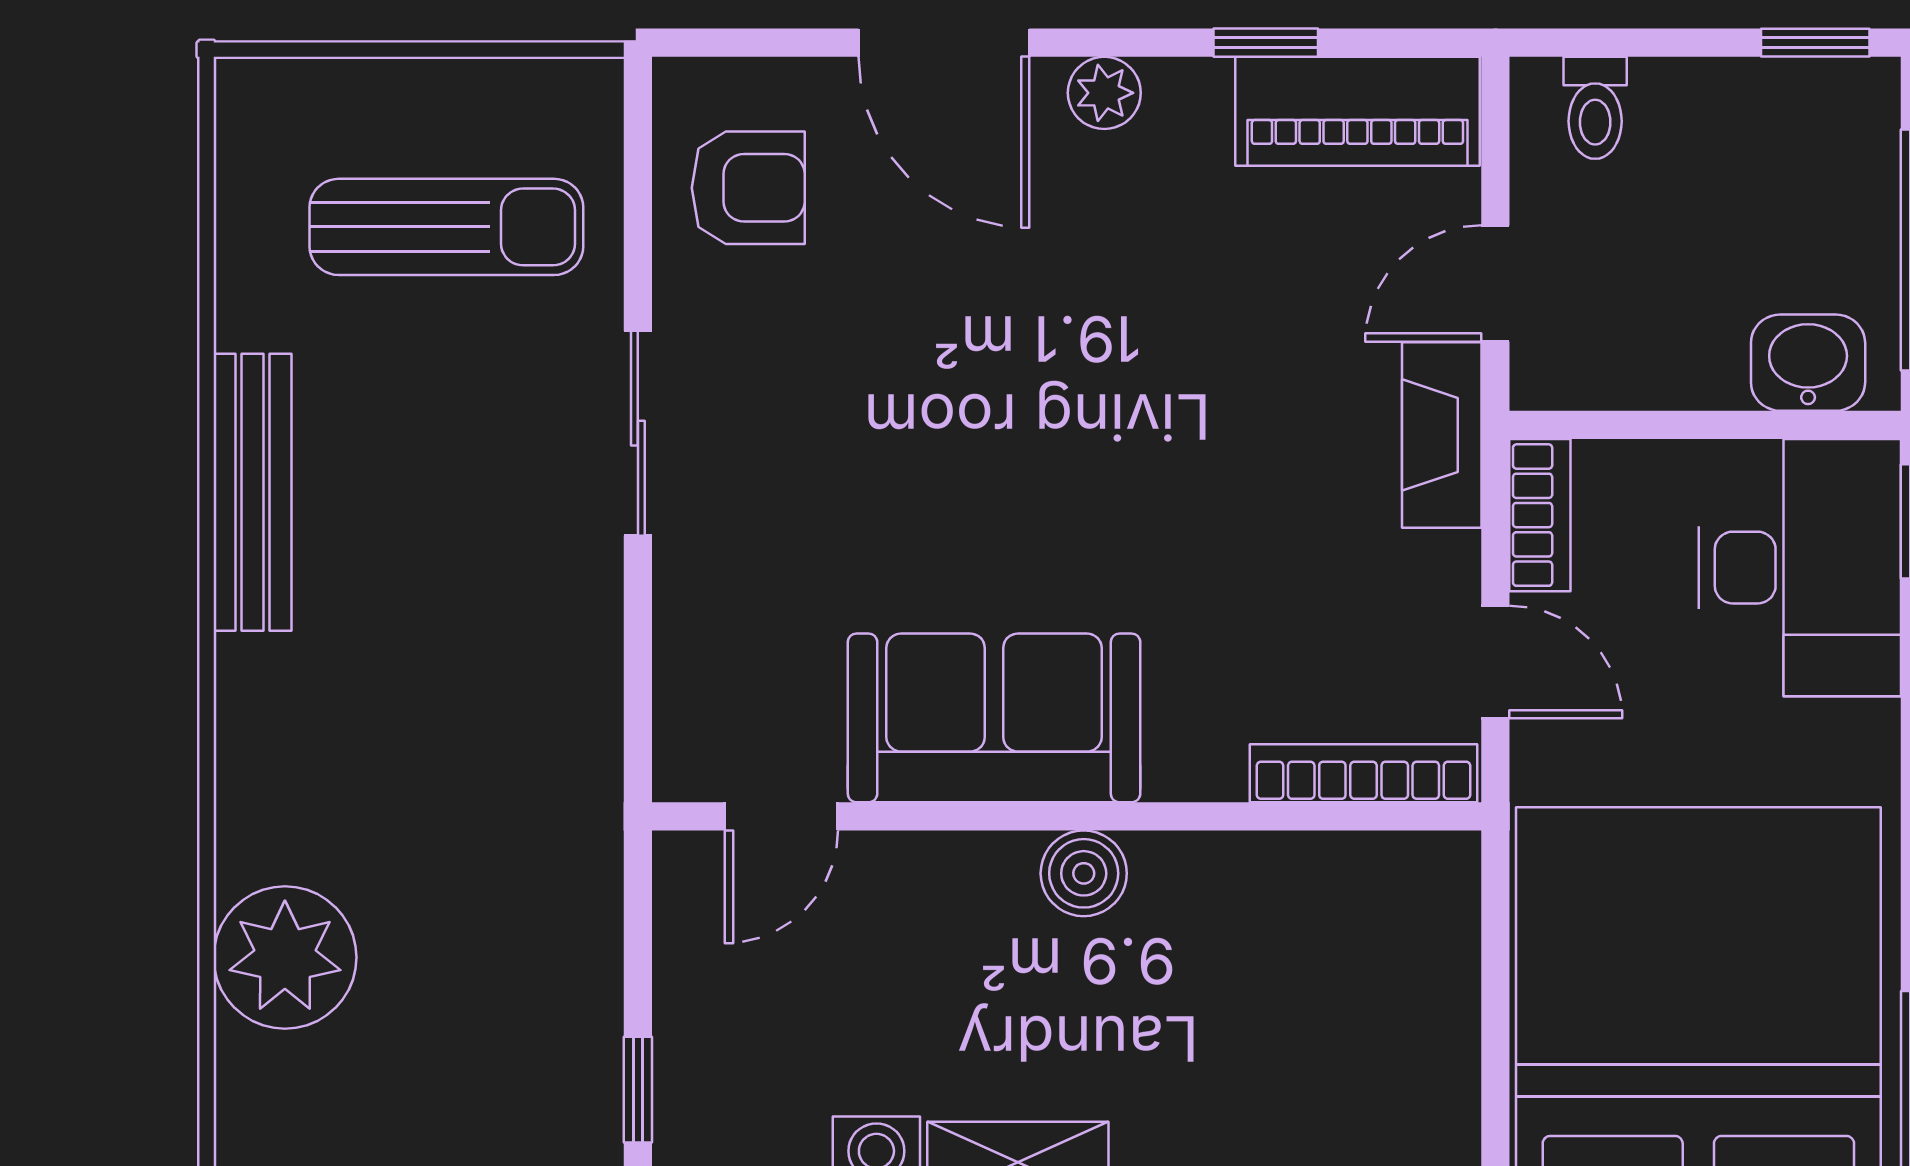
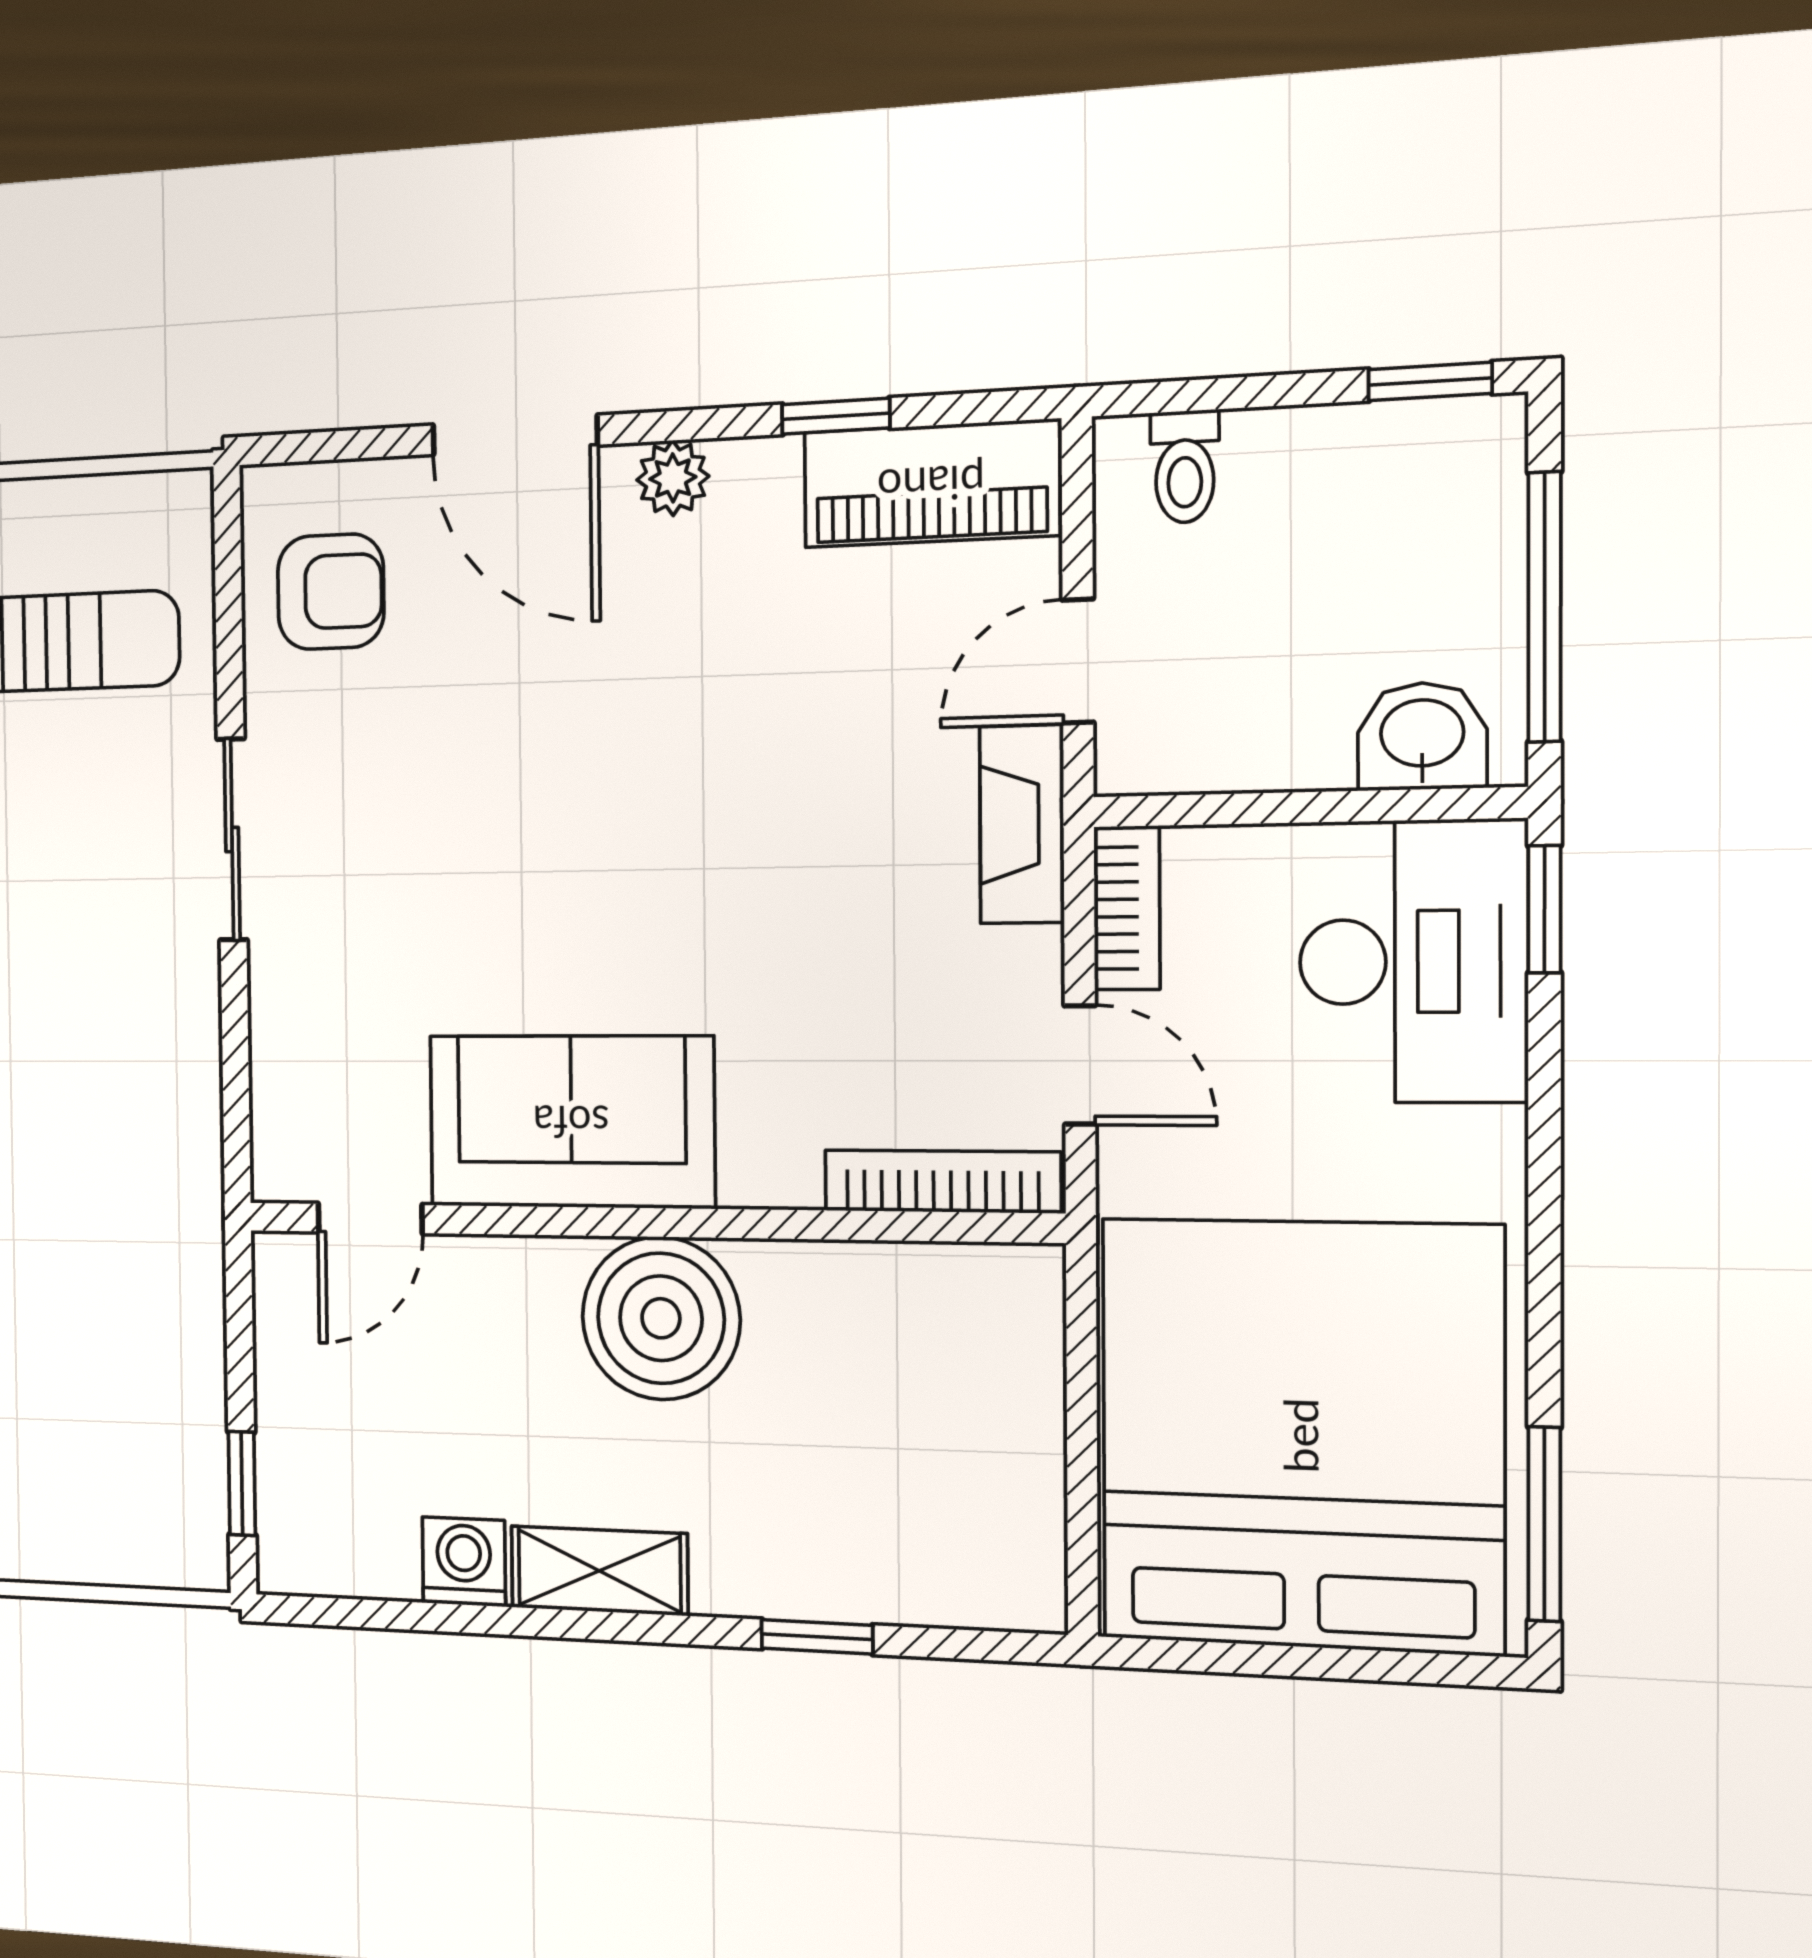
boiler: (1084, 873) -> (661, 1318), width x1.86, depth x1.86

